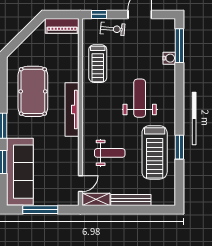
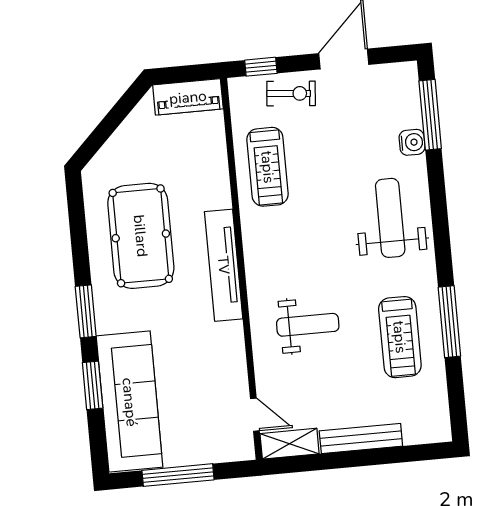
weight bench: (140, 98) -> (390, 218), moved
window: (179, 147) -> (449, 322), width x1.44
treadmill: (155, 152) -> (400, 337), width x0.73, depth x0.73
weight bench: (110, 153) -> (308, 325), moved
door: (80, 184) -> (255, 415), hinge flipped

